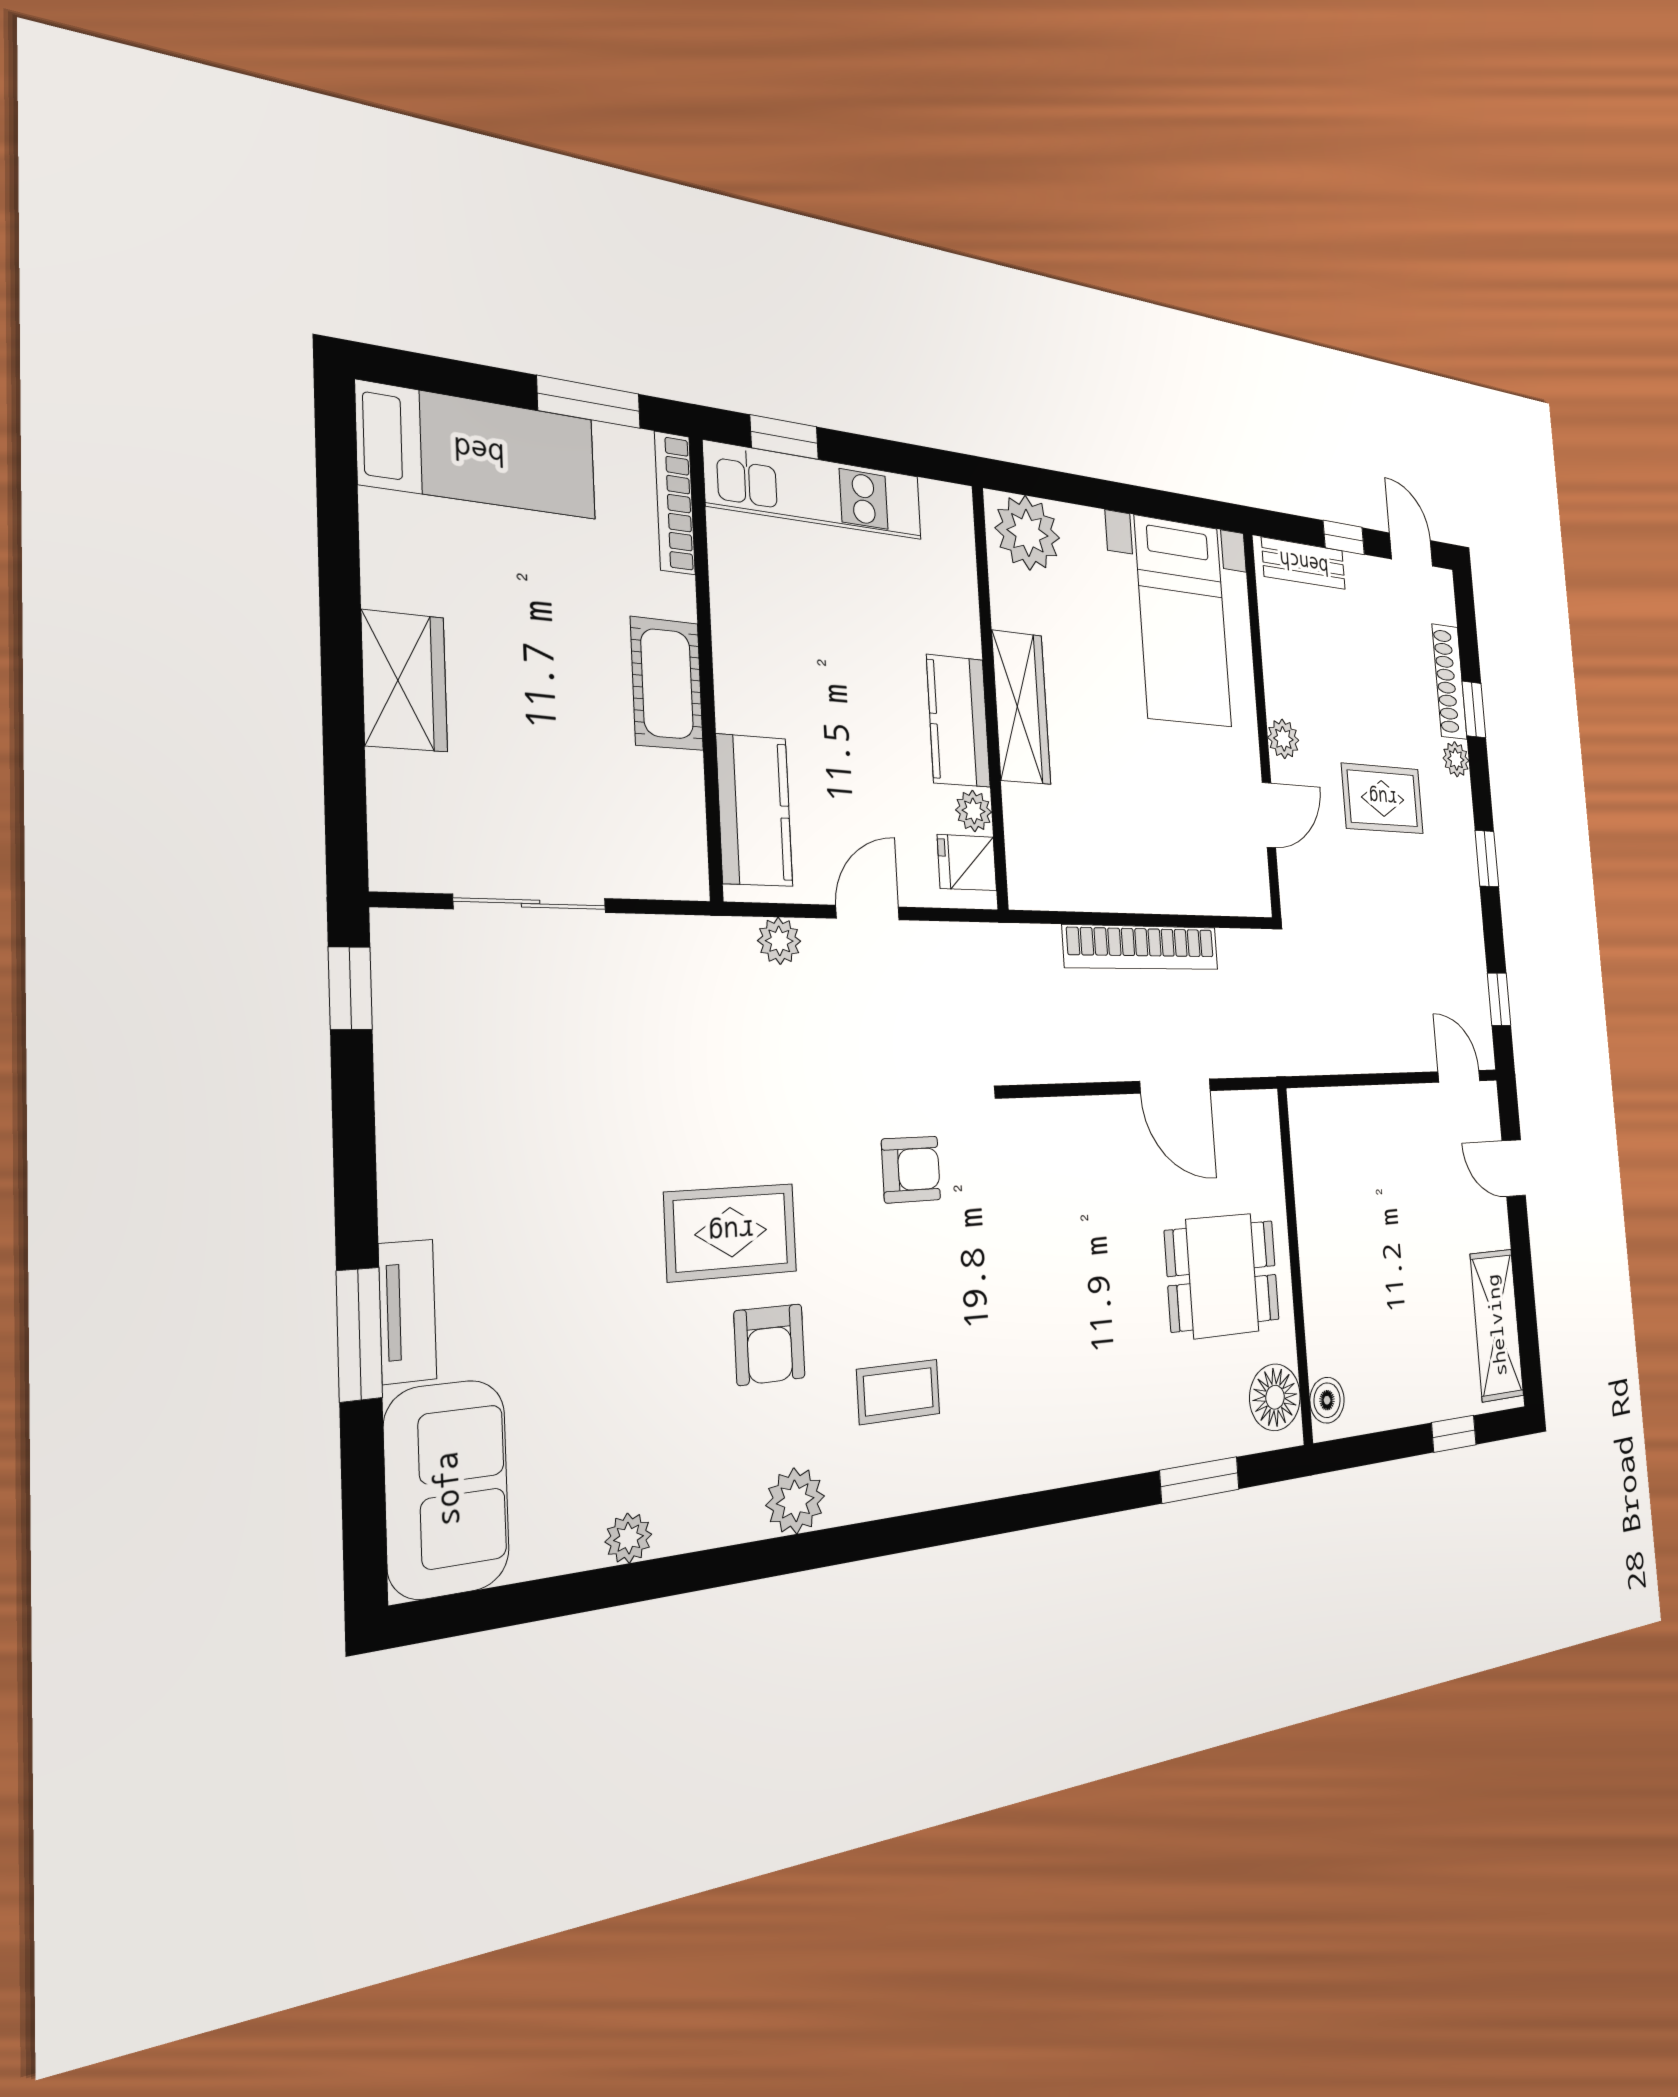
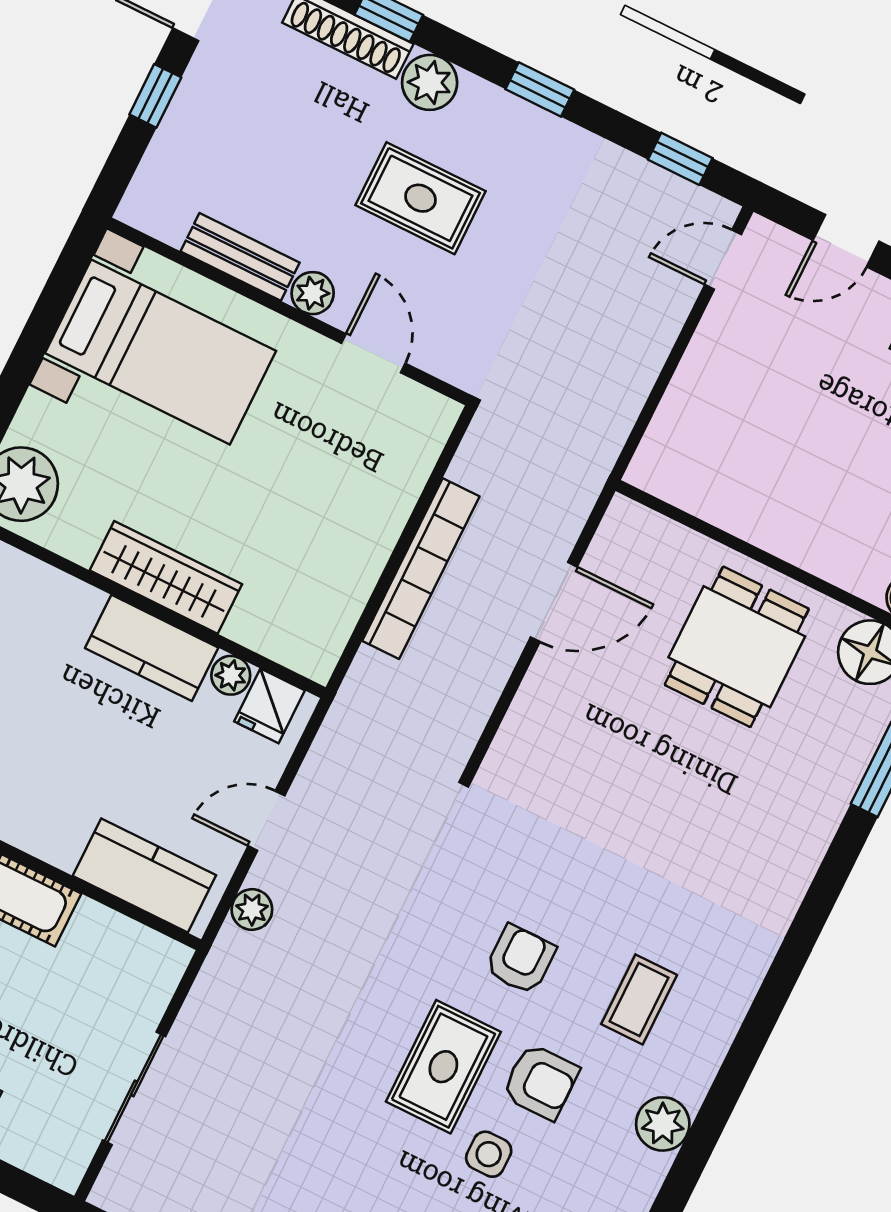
bench: (1304, 563) -> (240, 257), moved, turned 90
plant: (1456, 759) -> (430, 82), width x1.38, depth x1.38
rug: (1383, 798) -> (420, 198), turned 90
door: (868, 913) -> (266, 821), hinge flipped
armchair: (911, 1169) -> (521, 959), moved
side table: (667, 1338) -> (489, 1154), added

